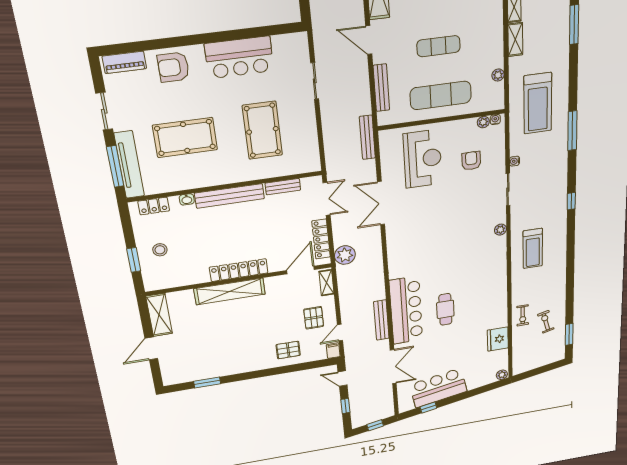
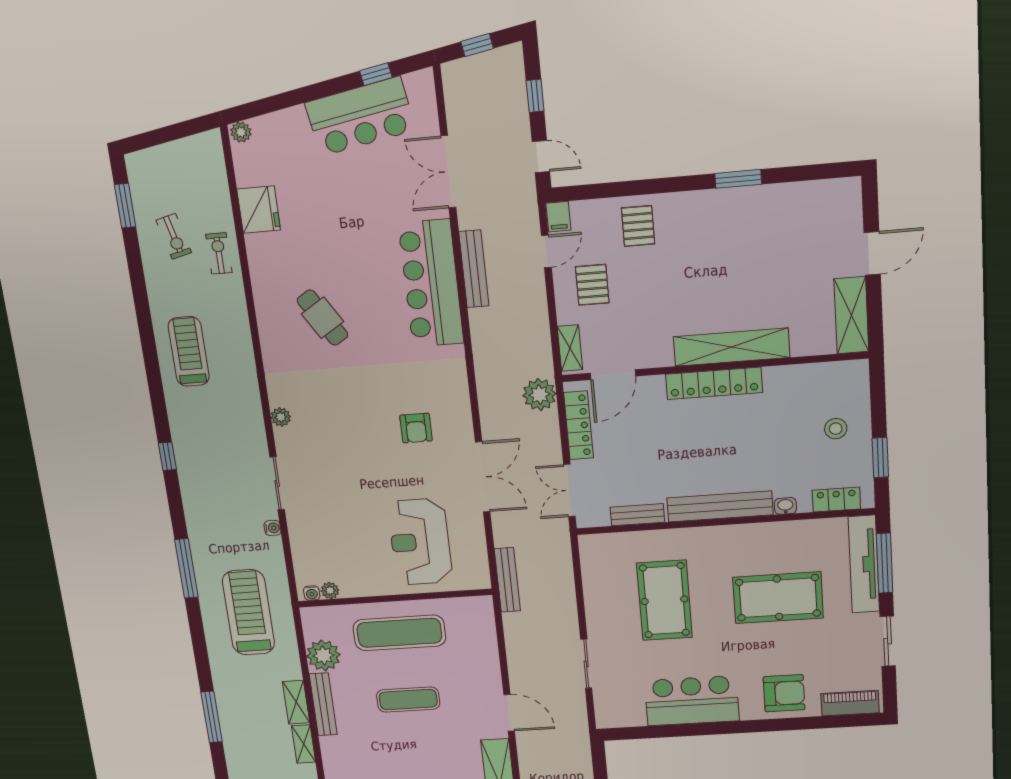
plant: (498, 75) -> (323, 655), width x1.88, depth x1.88
bench: (381, 88) -> (323, 704), moved
armchair: (471, 161) -> (416, 428), moved
treadmill: (533, 248) -> (189, 351), moved
window: (134, 260) -> (880, 458), moved
cafe table: (445, 309) -> (322, 318), moved, turned -32
pallet: (288, 350) -> (638, 226), turned 90
window: (207, 383) -> (738, 179), moved

